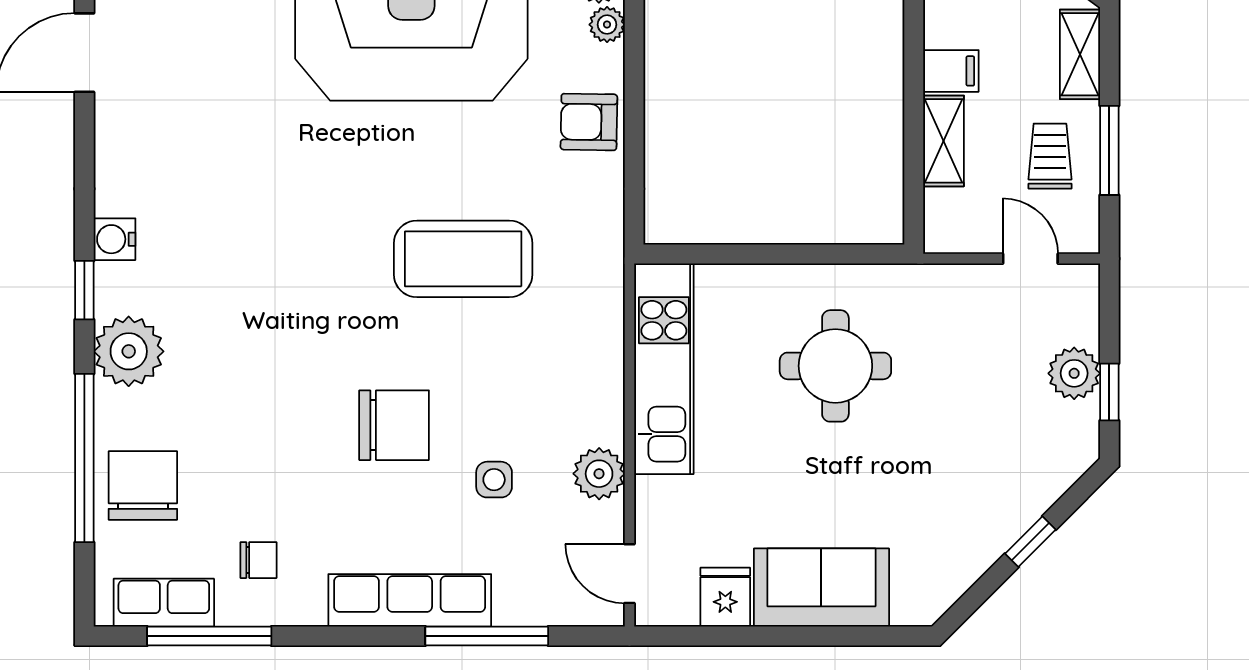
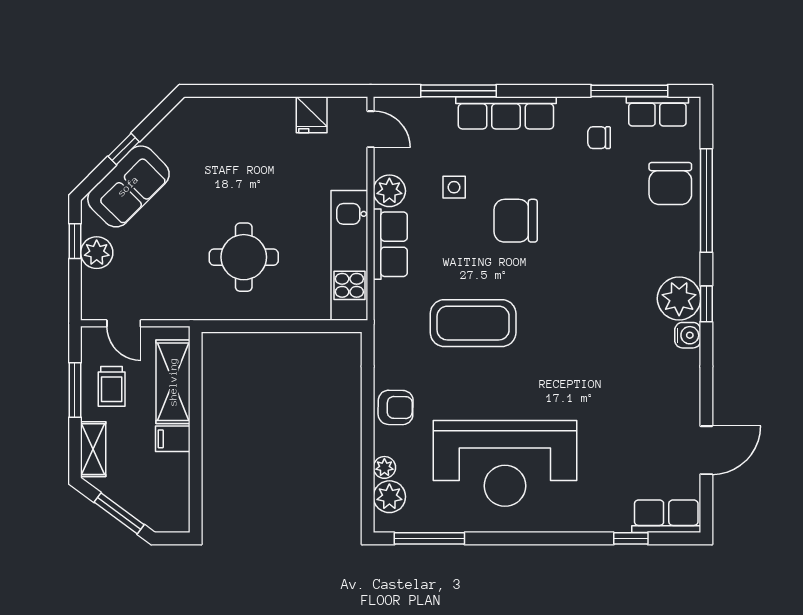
shelving: (943, 141) -> (173, 382), width x1.50, depth x1.33
plant: (129, 351) -> (679, 299), moved
row of seats: (598, 387) -> (390, 244), added
sofa: (821, 588) -> (128, 186), moved, turned -45

